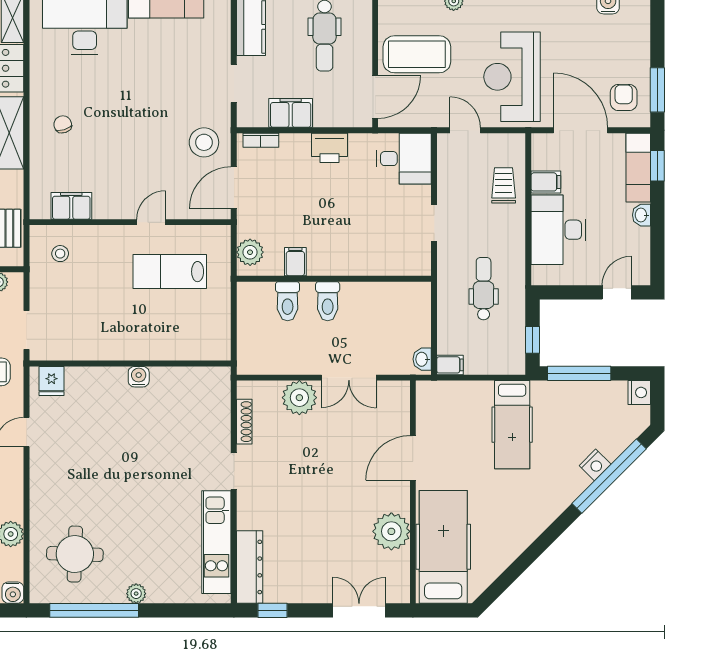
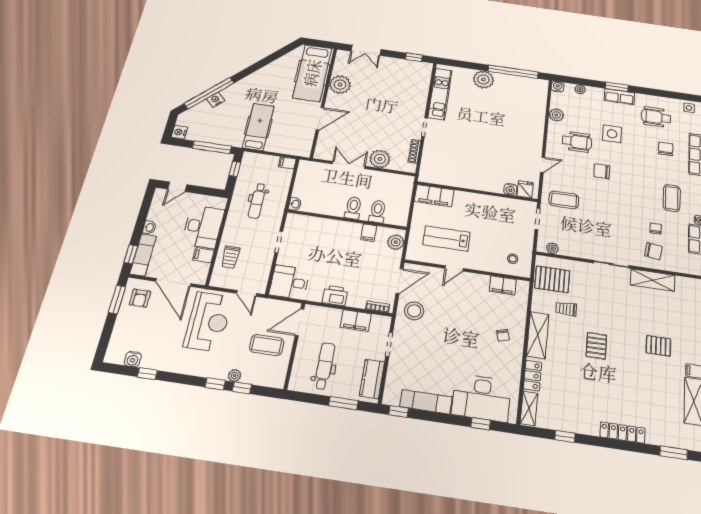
coffee table: (417, 54) -> (267, 345), width x0.73, depth x0.76
lab bench: (170, 272) -> (447, 238), turned 180
filing cabinet: (200, 345) -> (434, 196), added
washbasin: (422, 359) -> (295, 204), moved
water cooler: (139, 377) -> (510, 189), moved
round table: (75, 554) -> (521, 100), removed
dresser: (250, 567) -> (423, 79), removed
plant: (136, 594) -> (483, 79), width x1.87, depth x1.87

